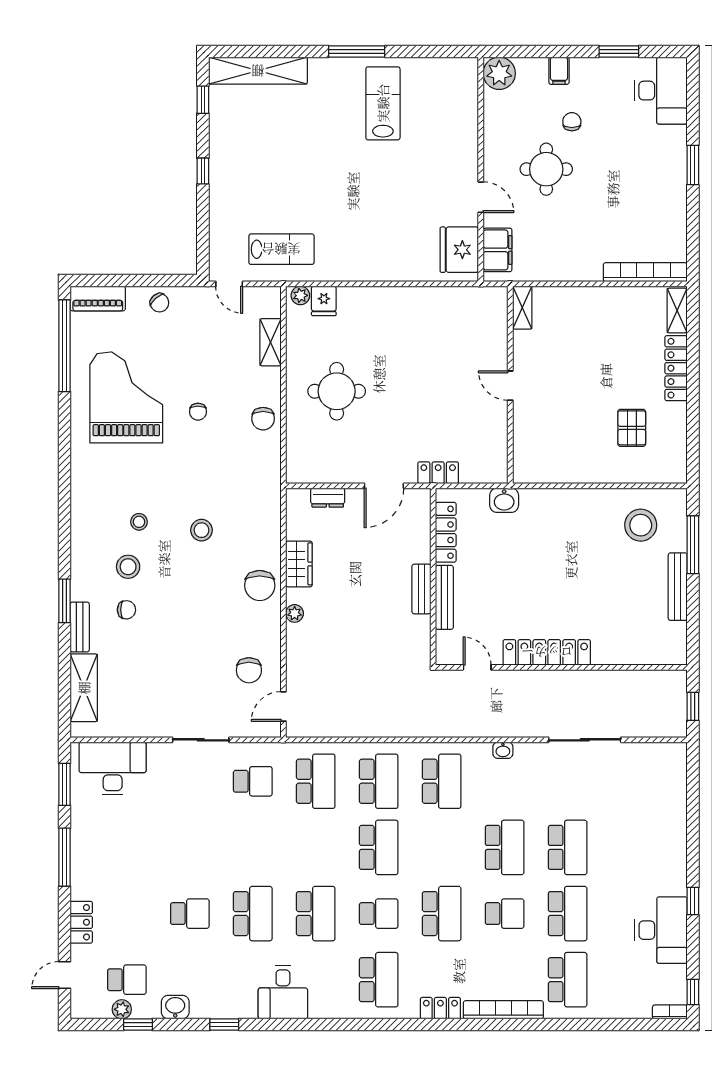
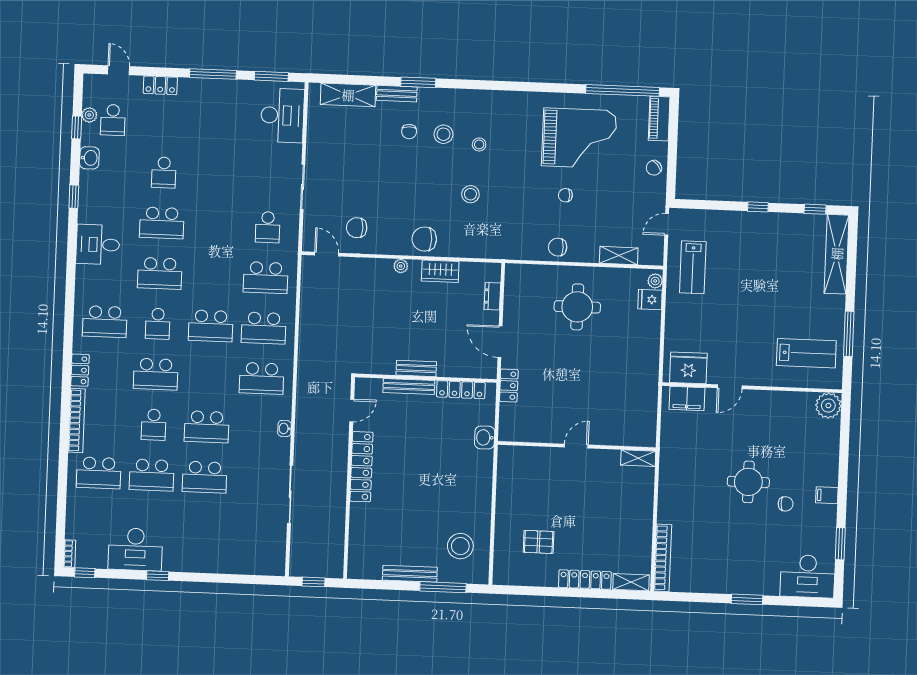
plant: (499, 73) -> (828, 406), moved
wall: (481, 169) -> (752, 388), moved
door: (481, 197) -> (730, 387), moved
fridge: (459, 250) -> (688, 368), moved
filing cabinet: (498, 250) -> (687, 398), moved

